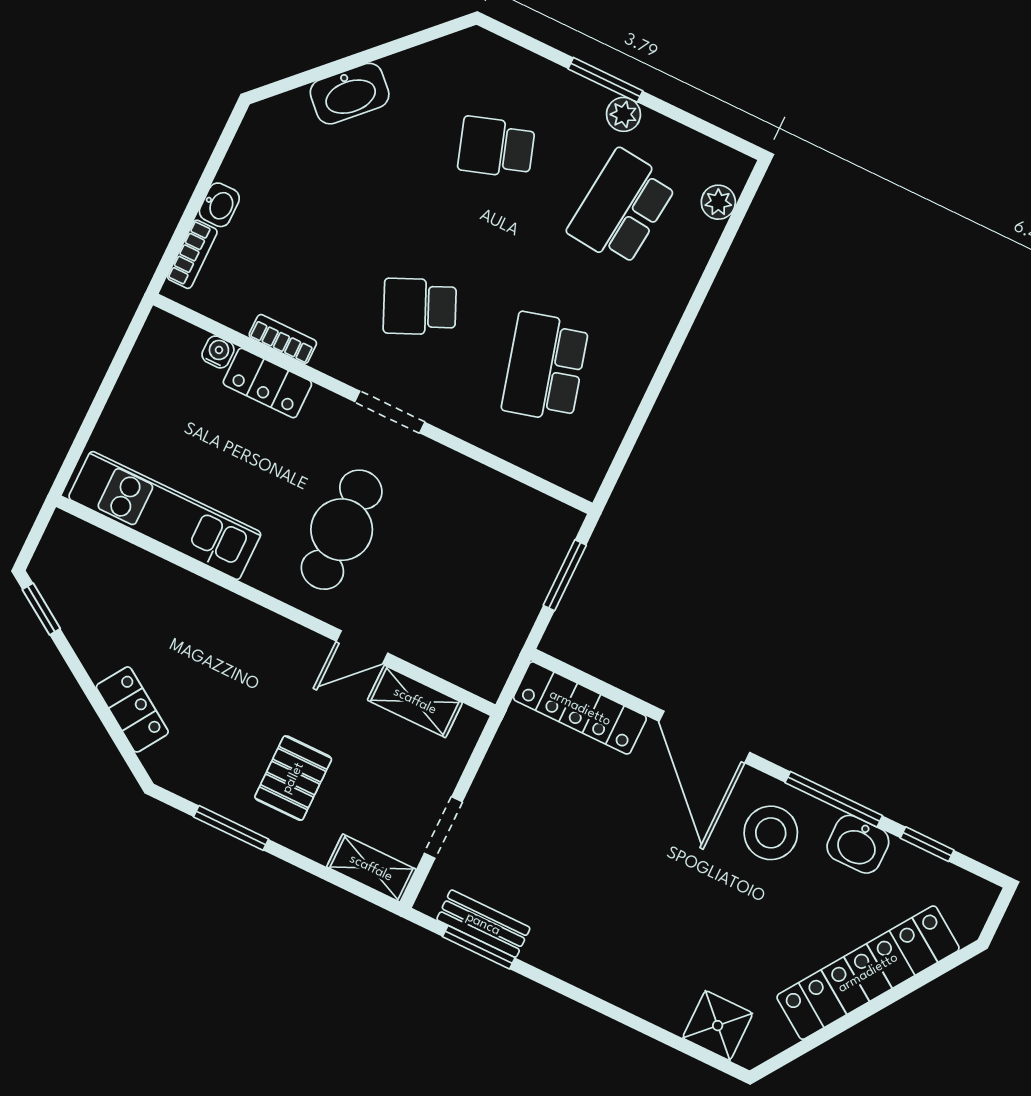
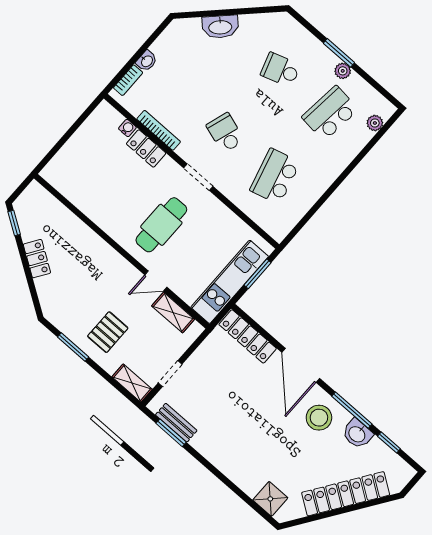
school desk: (420, 307) -> (225, 133), turned 42
bookcase: (283, 339) -> (159, 130), width x1.56
kitchen unit: (165, 516) -> (230, 282), moved, turned -90
locker: (132, 709) -> (37, 259), moved

